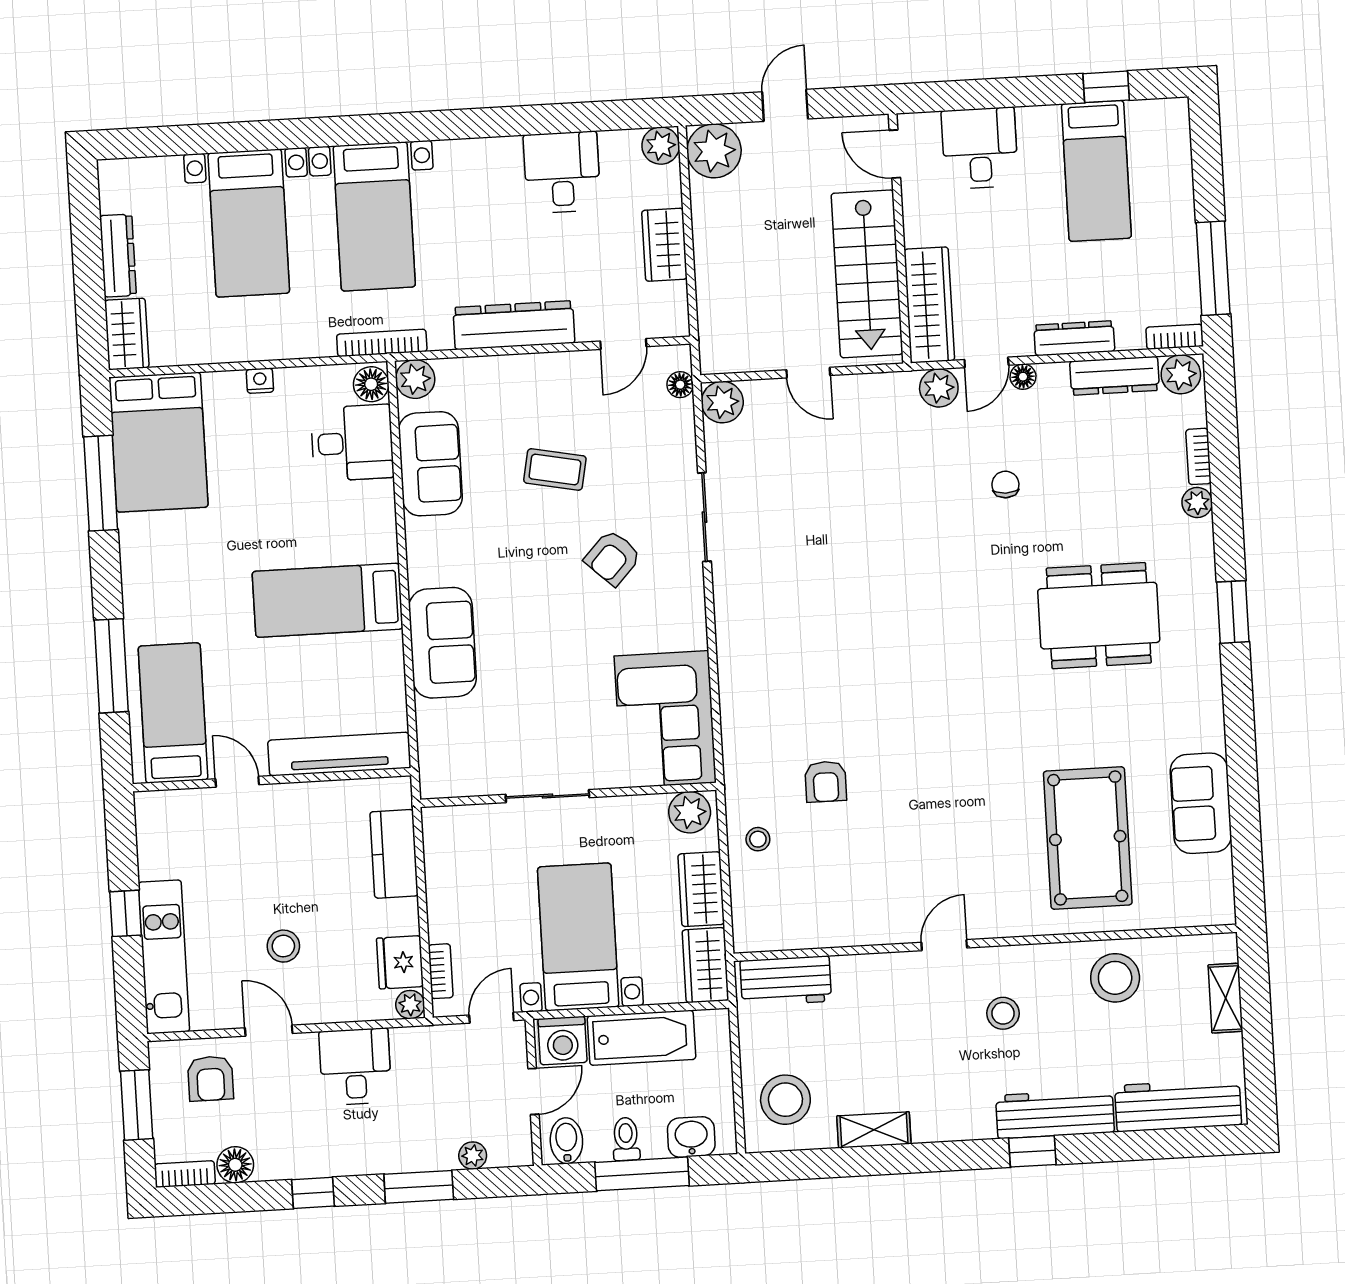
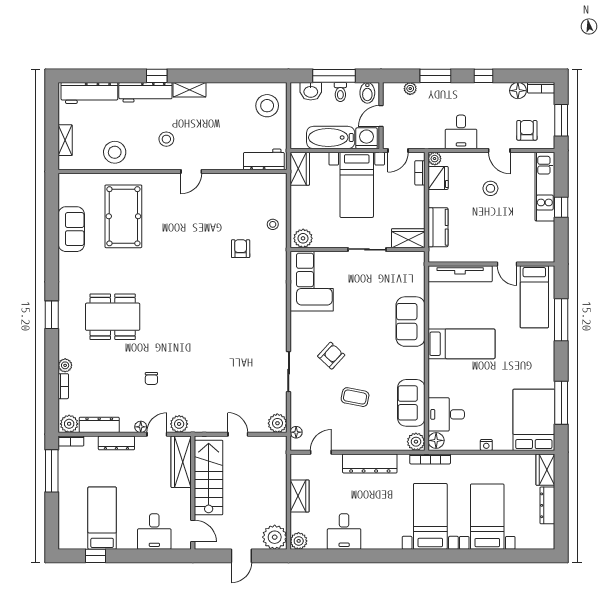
wardrobe: (701, 889) -> (408, 238), moved, turned -90
shelving: (874, 1130) -> (190, 90), moved

